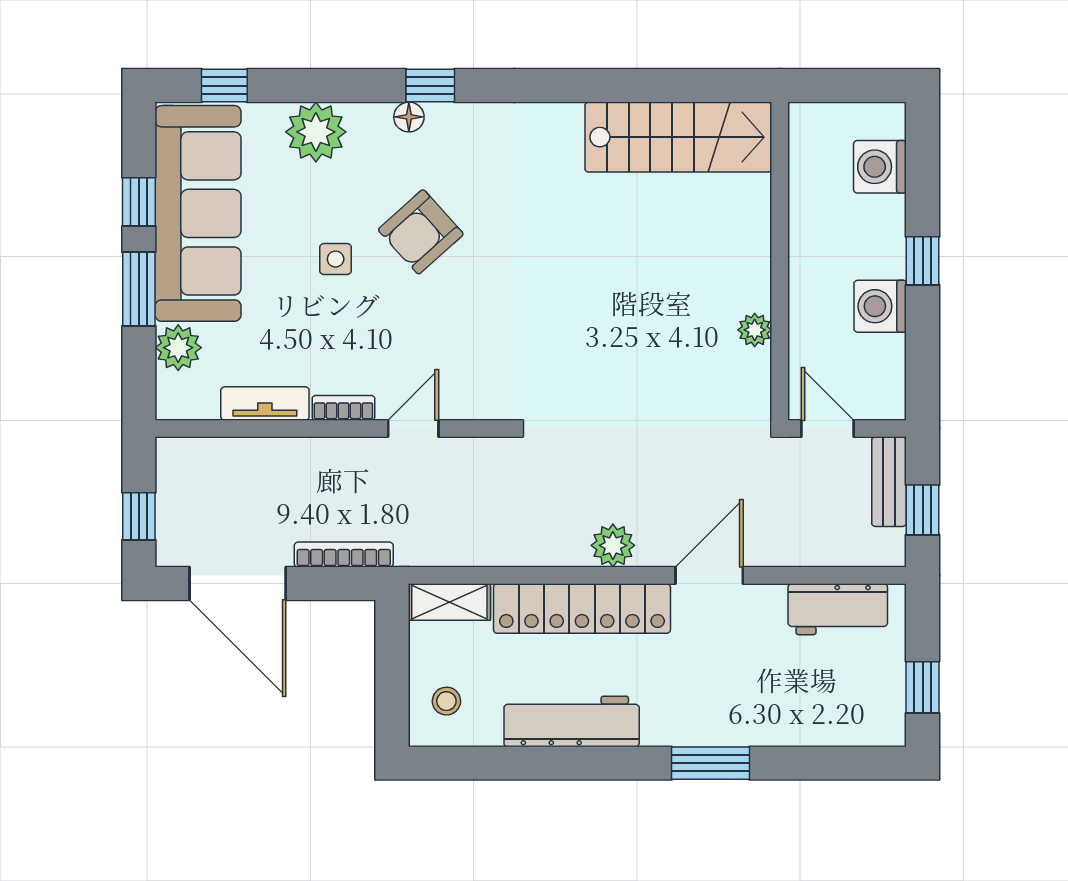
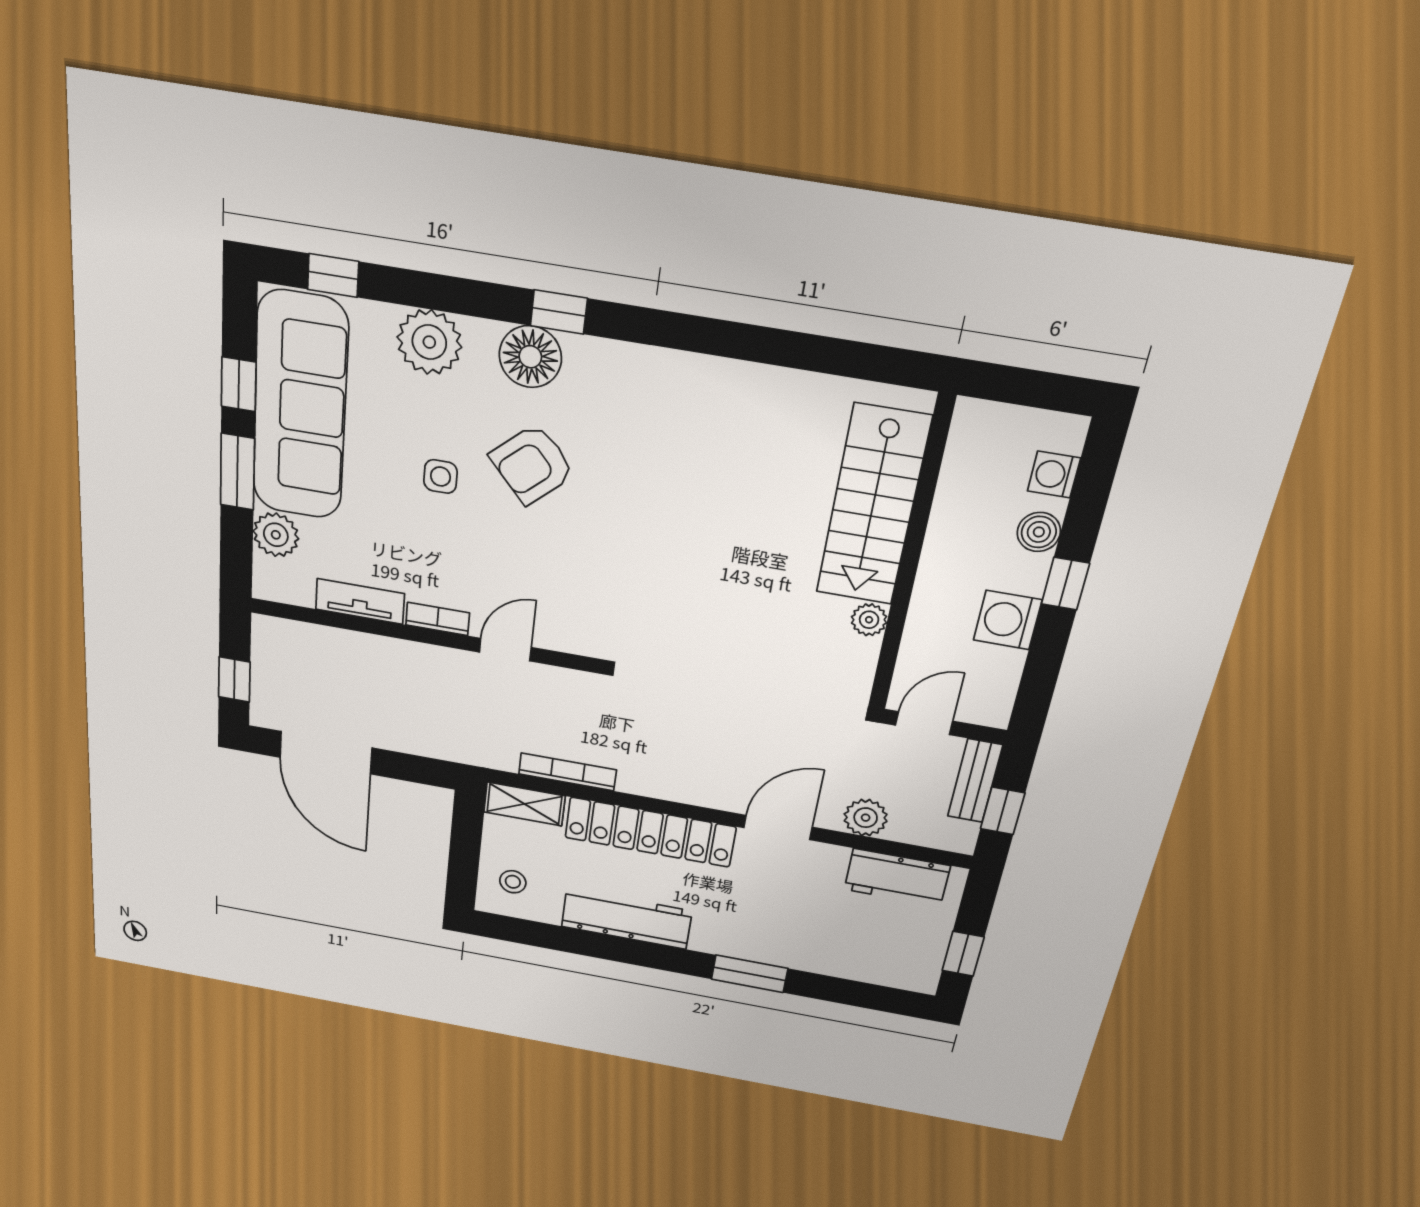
floor lamp: (409, 117) -> (530, 357), width x1.89, depth x1.89
stairs: (678, 137) -> (873, 506), moved, turned 90
washing machine: (880, 167) -> (1054, 475), width x0.73, depth x0.73
boiler: (887, 215) -> (1039, 532), added
door: (827, 428) -> (924, 723), hinge flipped
plant: (613, 545) -> (866, 818), moved
bookcase: (344, 555) -> (568, 772), moved

